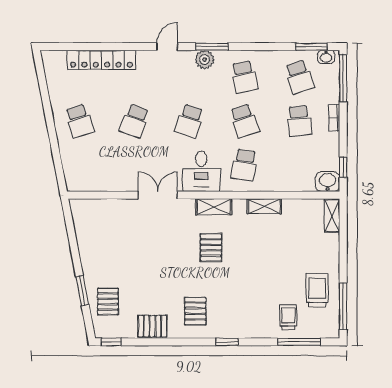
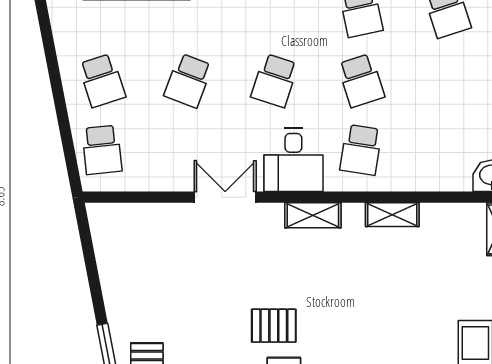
school desk: (299, 121) -> (102, 150), moved
pallet: (211, 248) -> (274, 326), moved, turned 90

